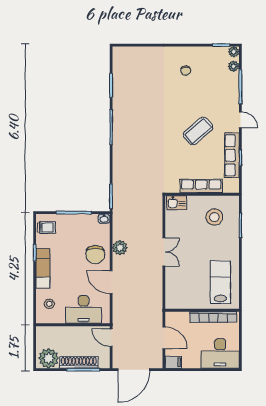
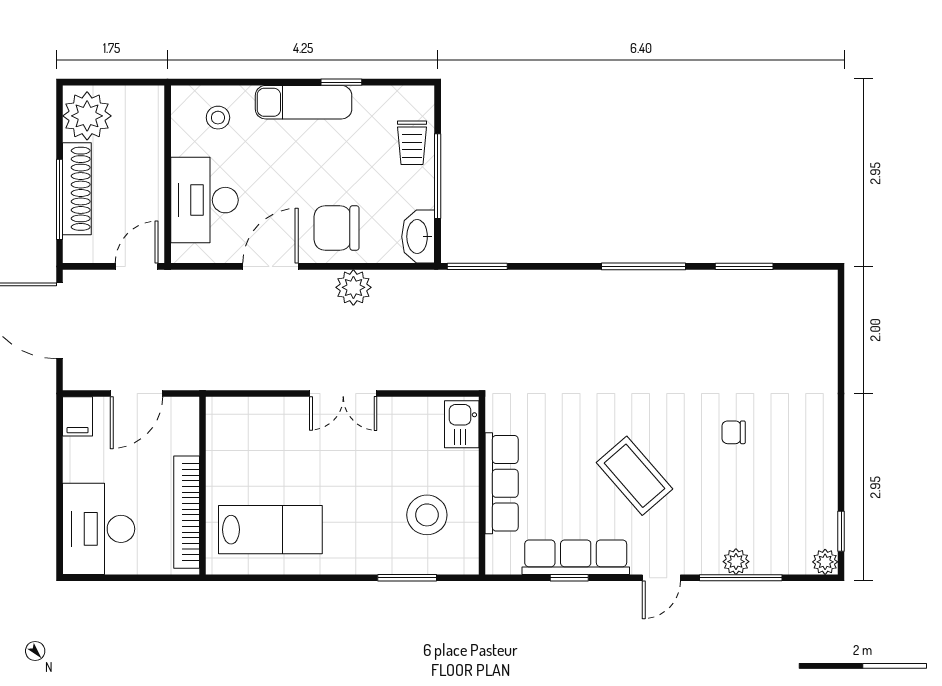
plant: (234, 66) -> (736, 562), moved
chair: (186, 71) -> (734, 432), moved
washbasin: (104, 219) -> (418, 237), width x1.91, depth x1.45
trolley: (46, 228) -> (412, 143), moved

